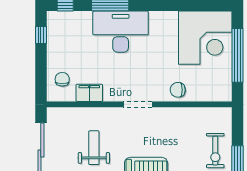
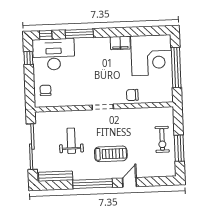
desk: (121, 32) -> (54, 54), moved
filing cabinet: (89, 93) -> (120, 43), moved, turned 180

